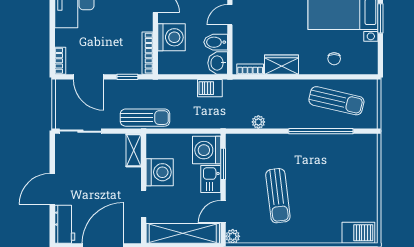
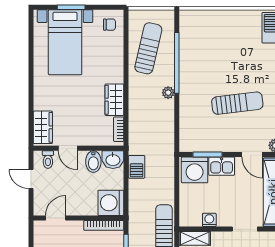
washing machine: (172, 37) -> (111, 203), moved, turned -90
chair: (334, 59) -> (109, 25), moved
plant: (258, 122) -> (168, 93), moved
washing machine: (160, 172) -> (209, 220), width x0.53, depth x0.53

